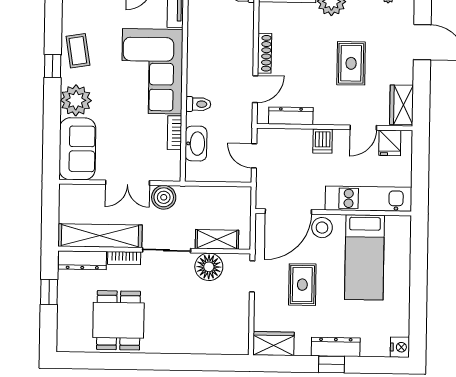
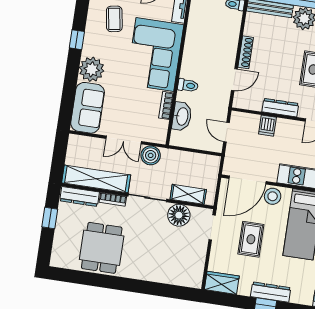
coffee table: (78, 51) -> (114, 19), moved
dresser: (291, 116) -> (280, 108), moved
dishwasher: (323, 141) -> (267, 126), moved

